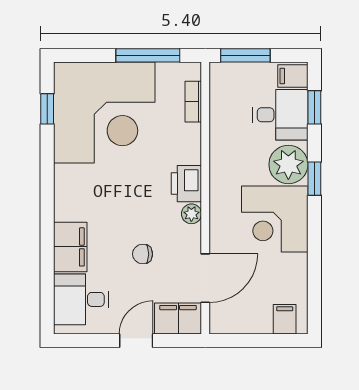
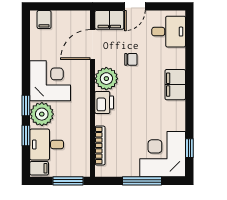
window: (148, 55) -> (142, 181), moved
bookcase: (193, 102) -> (100, 145), width x1.56
window: (314, 107) -> (26, 135), moved
corner desk: (104, 112) -> (163, 154), width x0.74, depth x0.74
plant: (191, 214) -> (106, 79), width x1.88, depth x1.88
filing cabinet: (70, 247) -> (175, 85), moved

